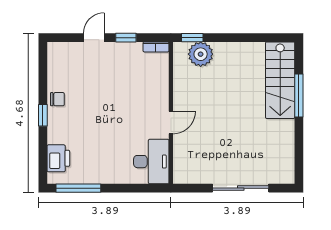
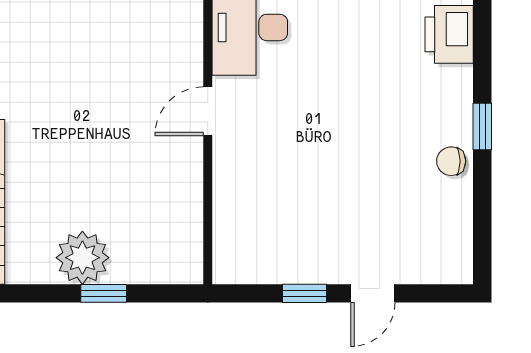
window: (192, 38) -> (104, 293), moved
bookcase: (156, 47) -> (240, 273), removed
plant: (201, 54) -> (82, 258), moved

